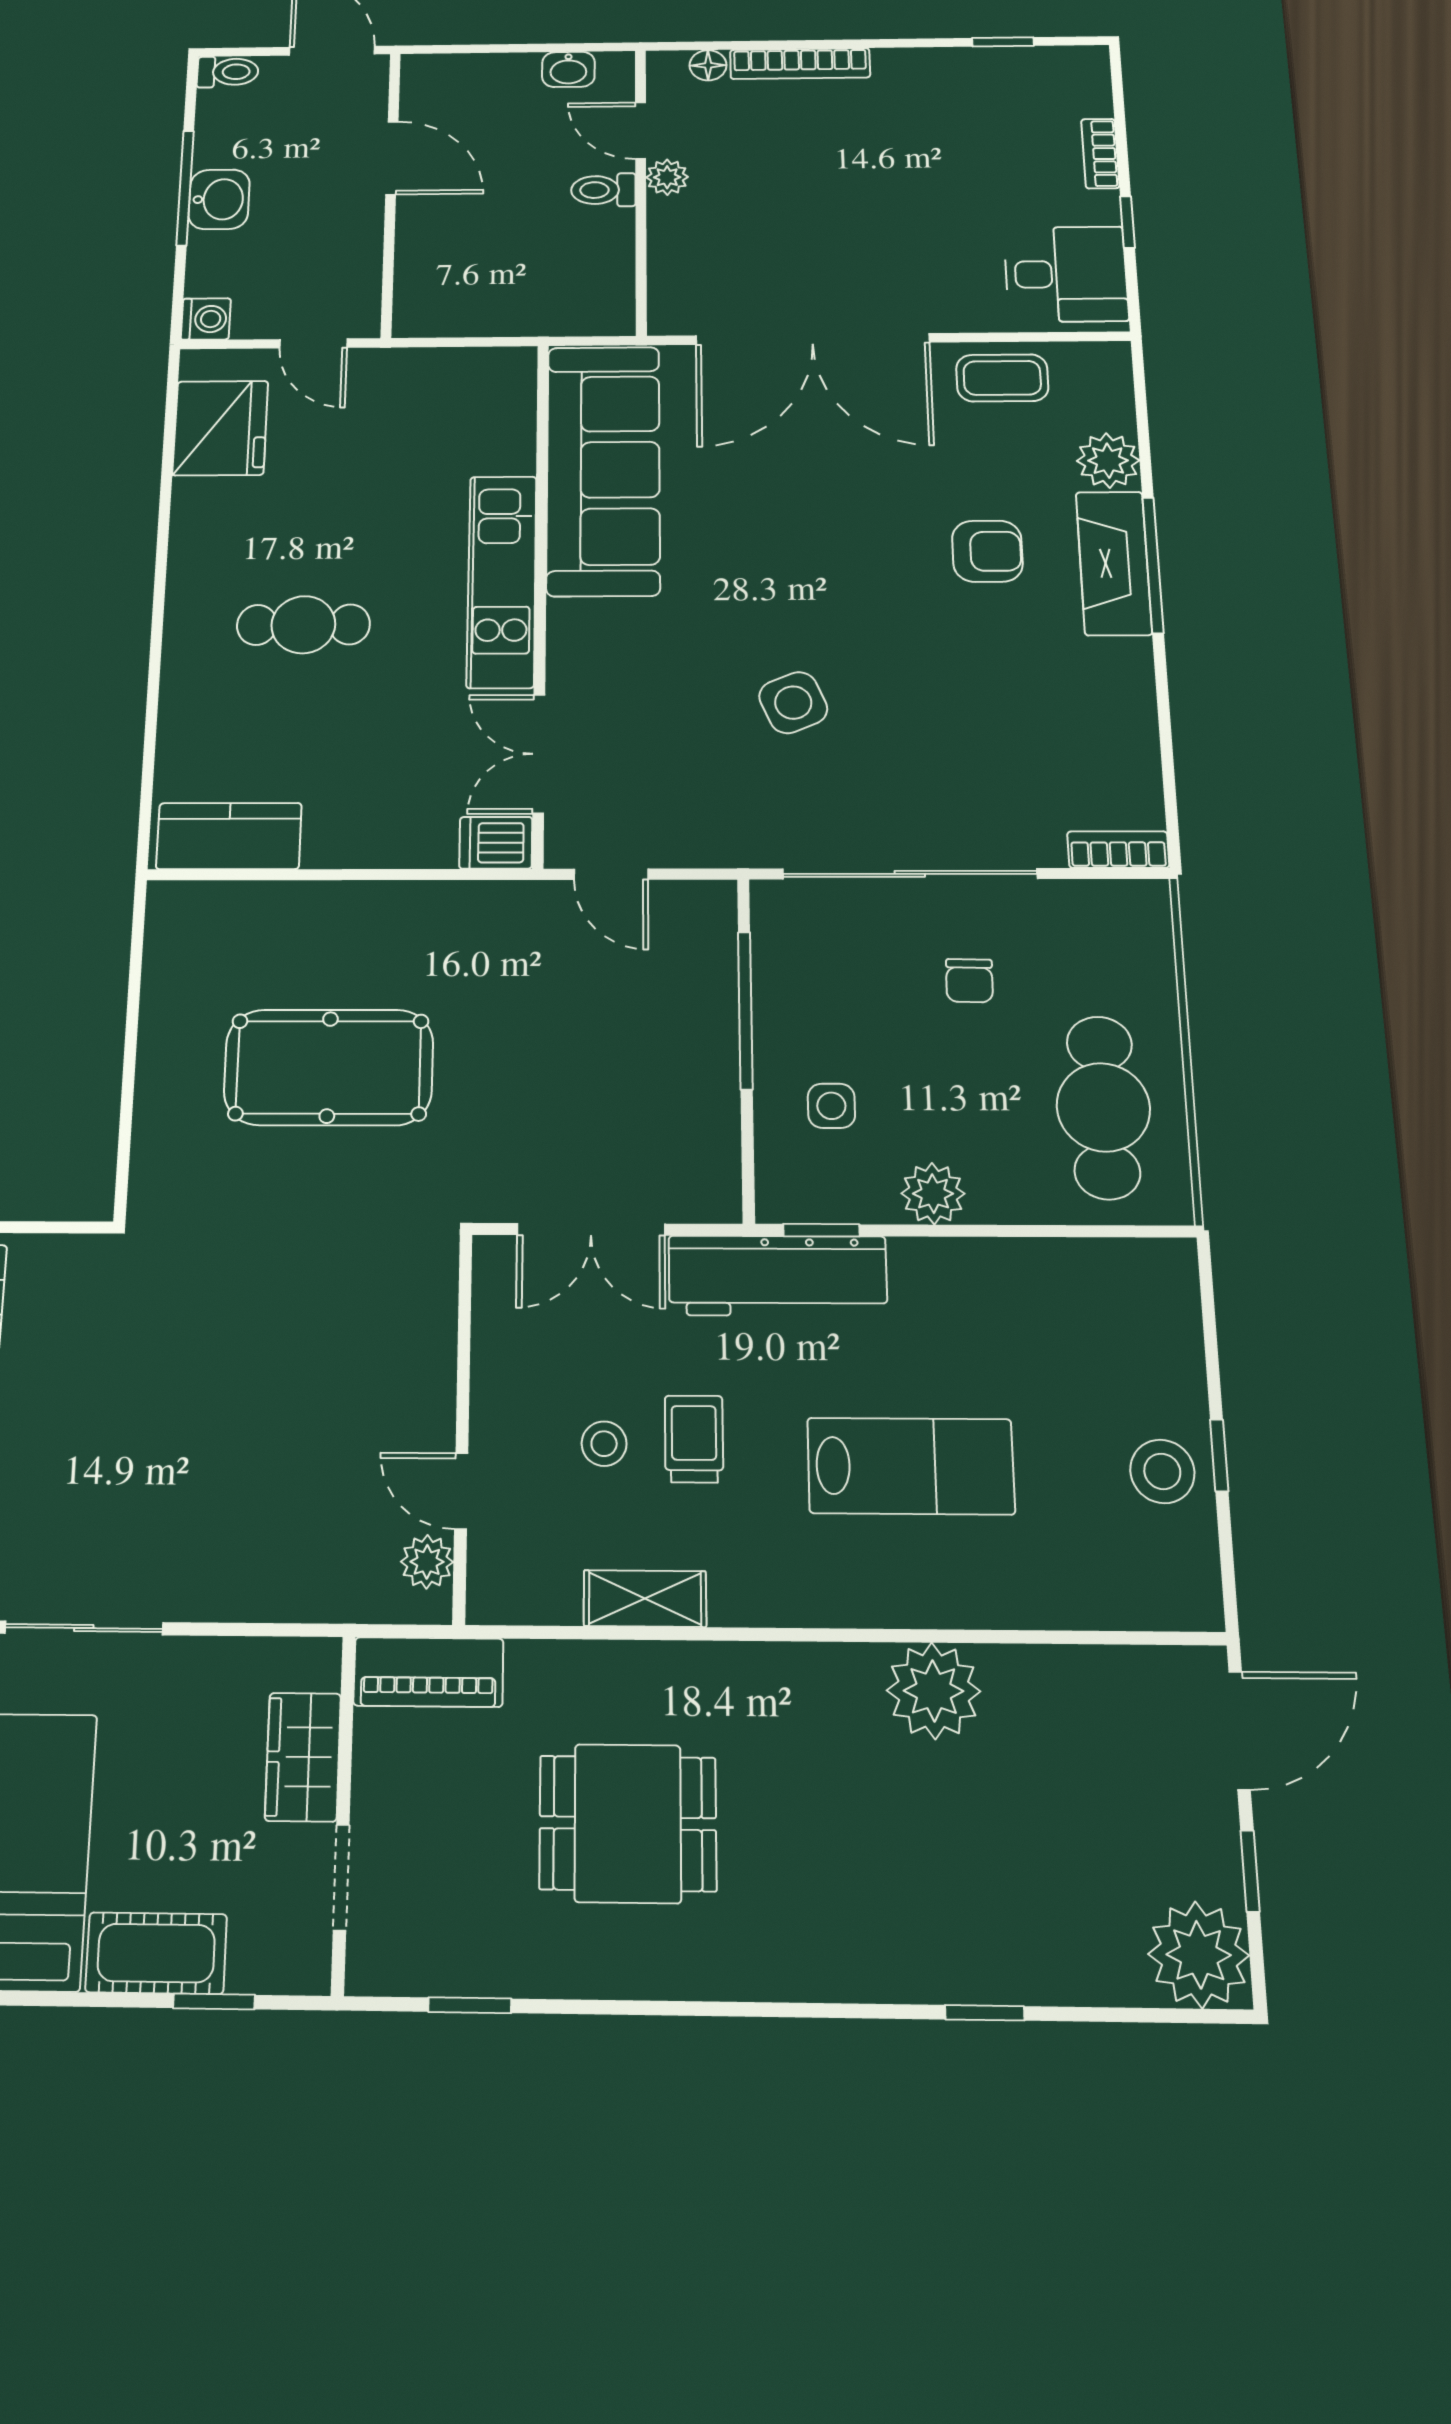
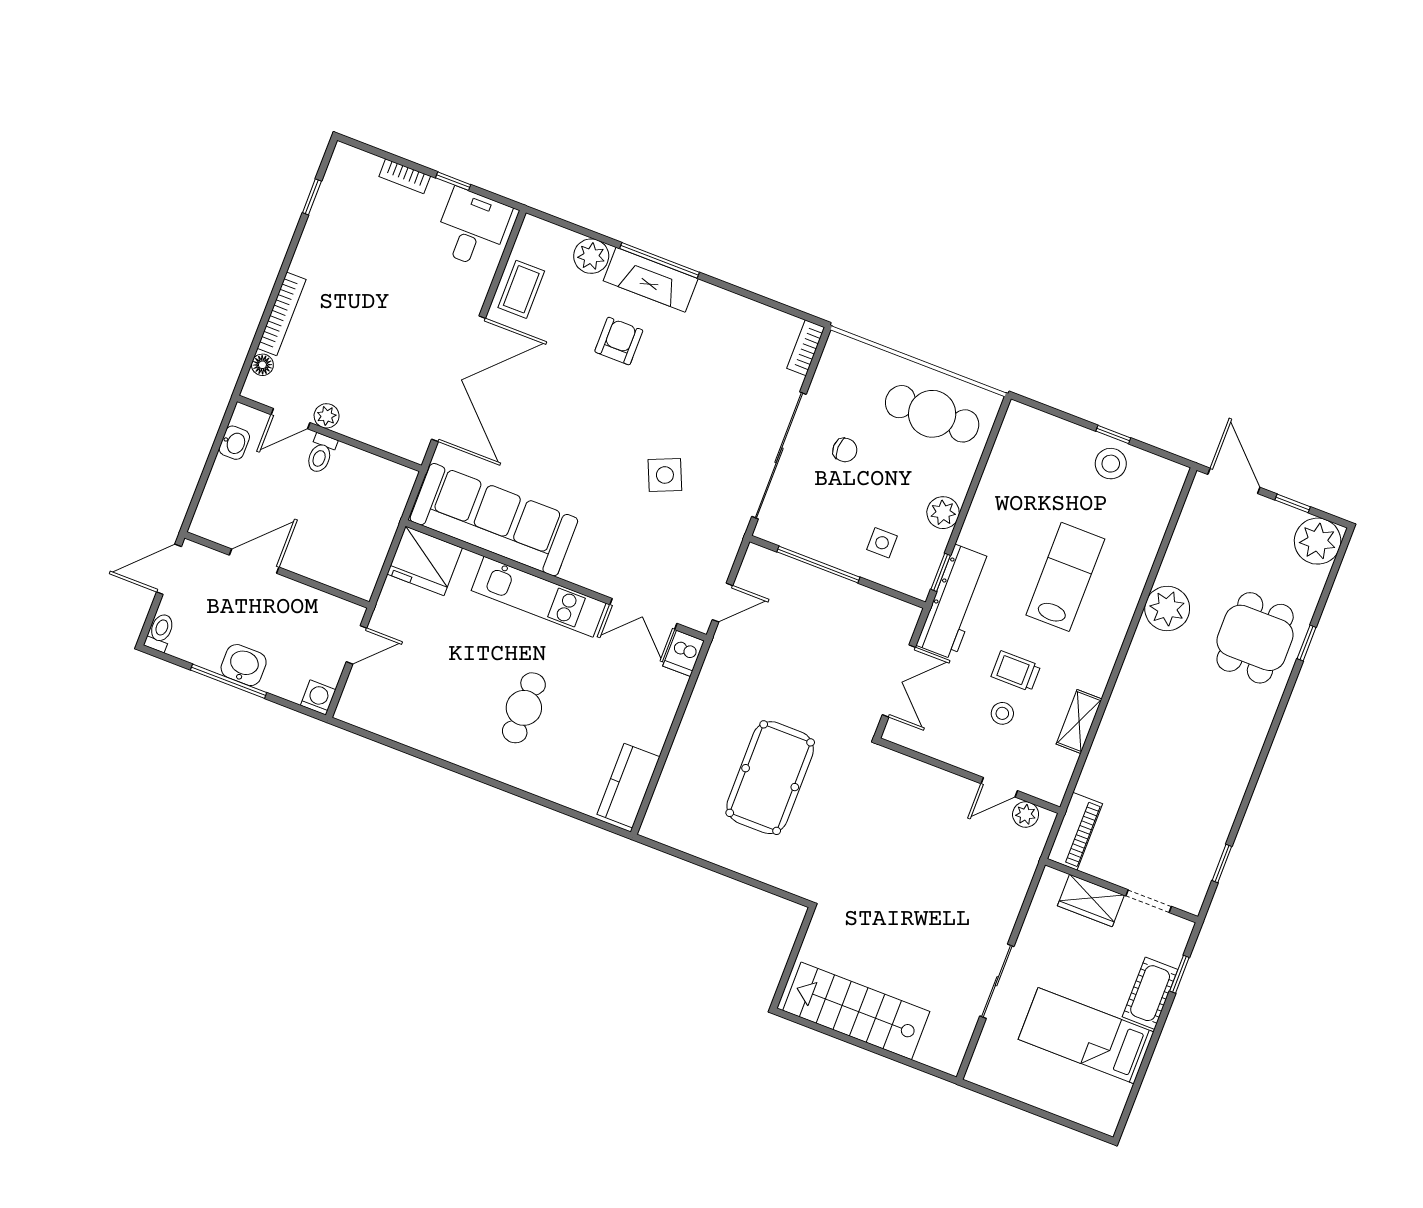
fridge: (220, 428) -> (425, 561), moved, turned 180
dining table: (628, 1823) -> (1255, 638), moved

